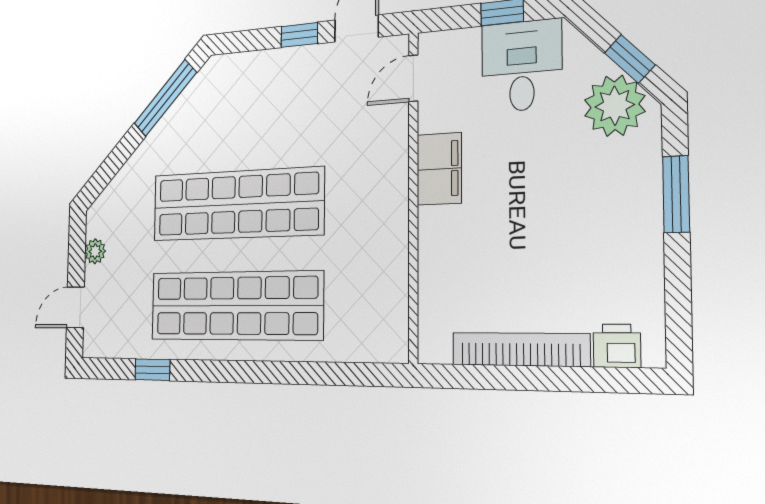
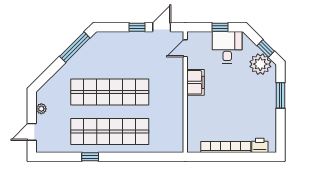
window: (152, 370) -> (90, 157), moved

